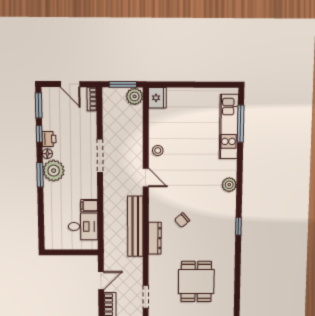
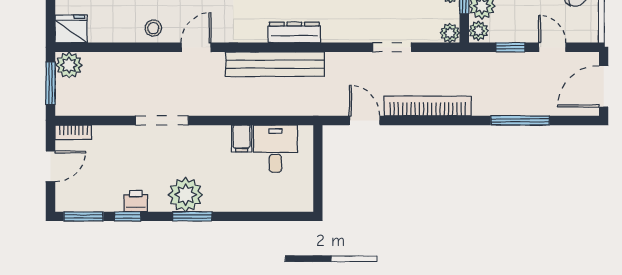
floor lamp: (47, 154) -> (159, 204), removed

